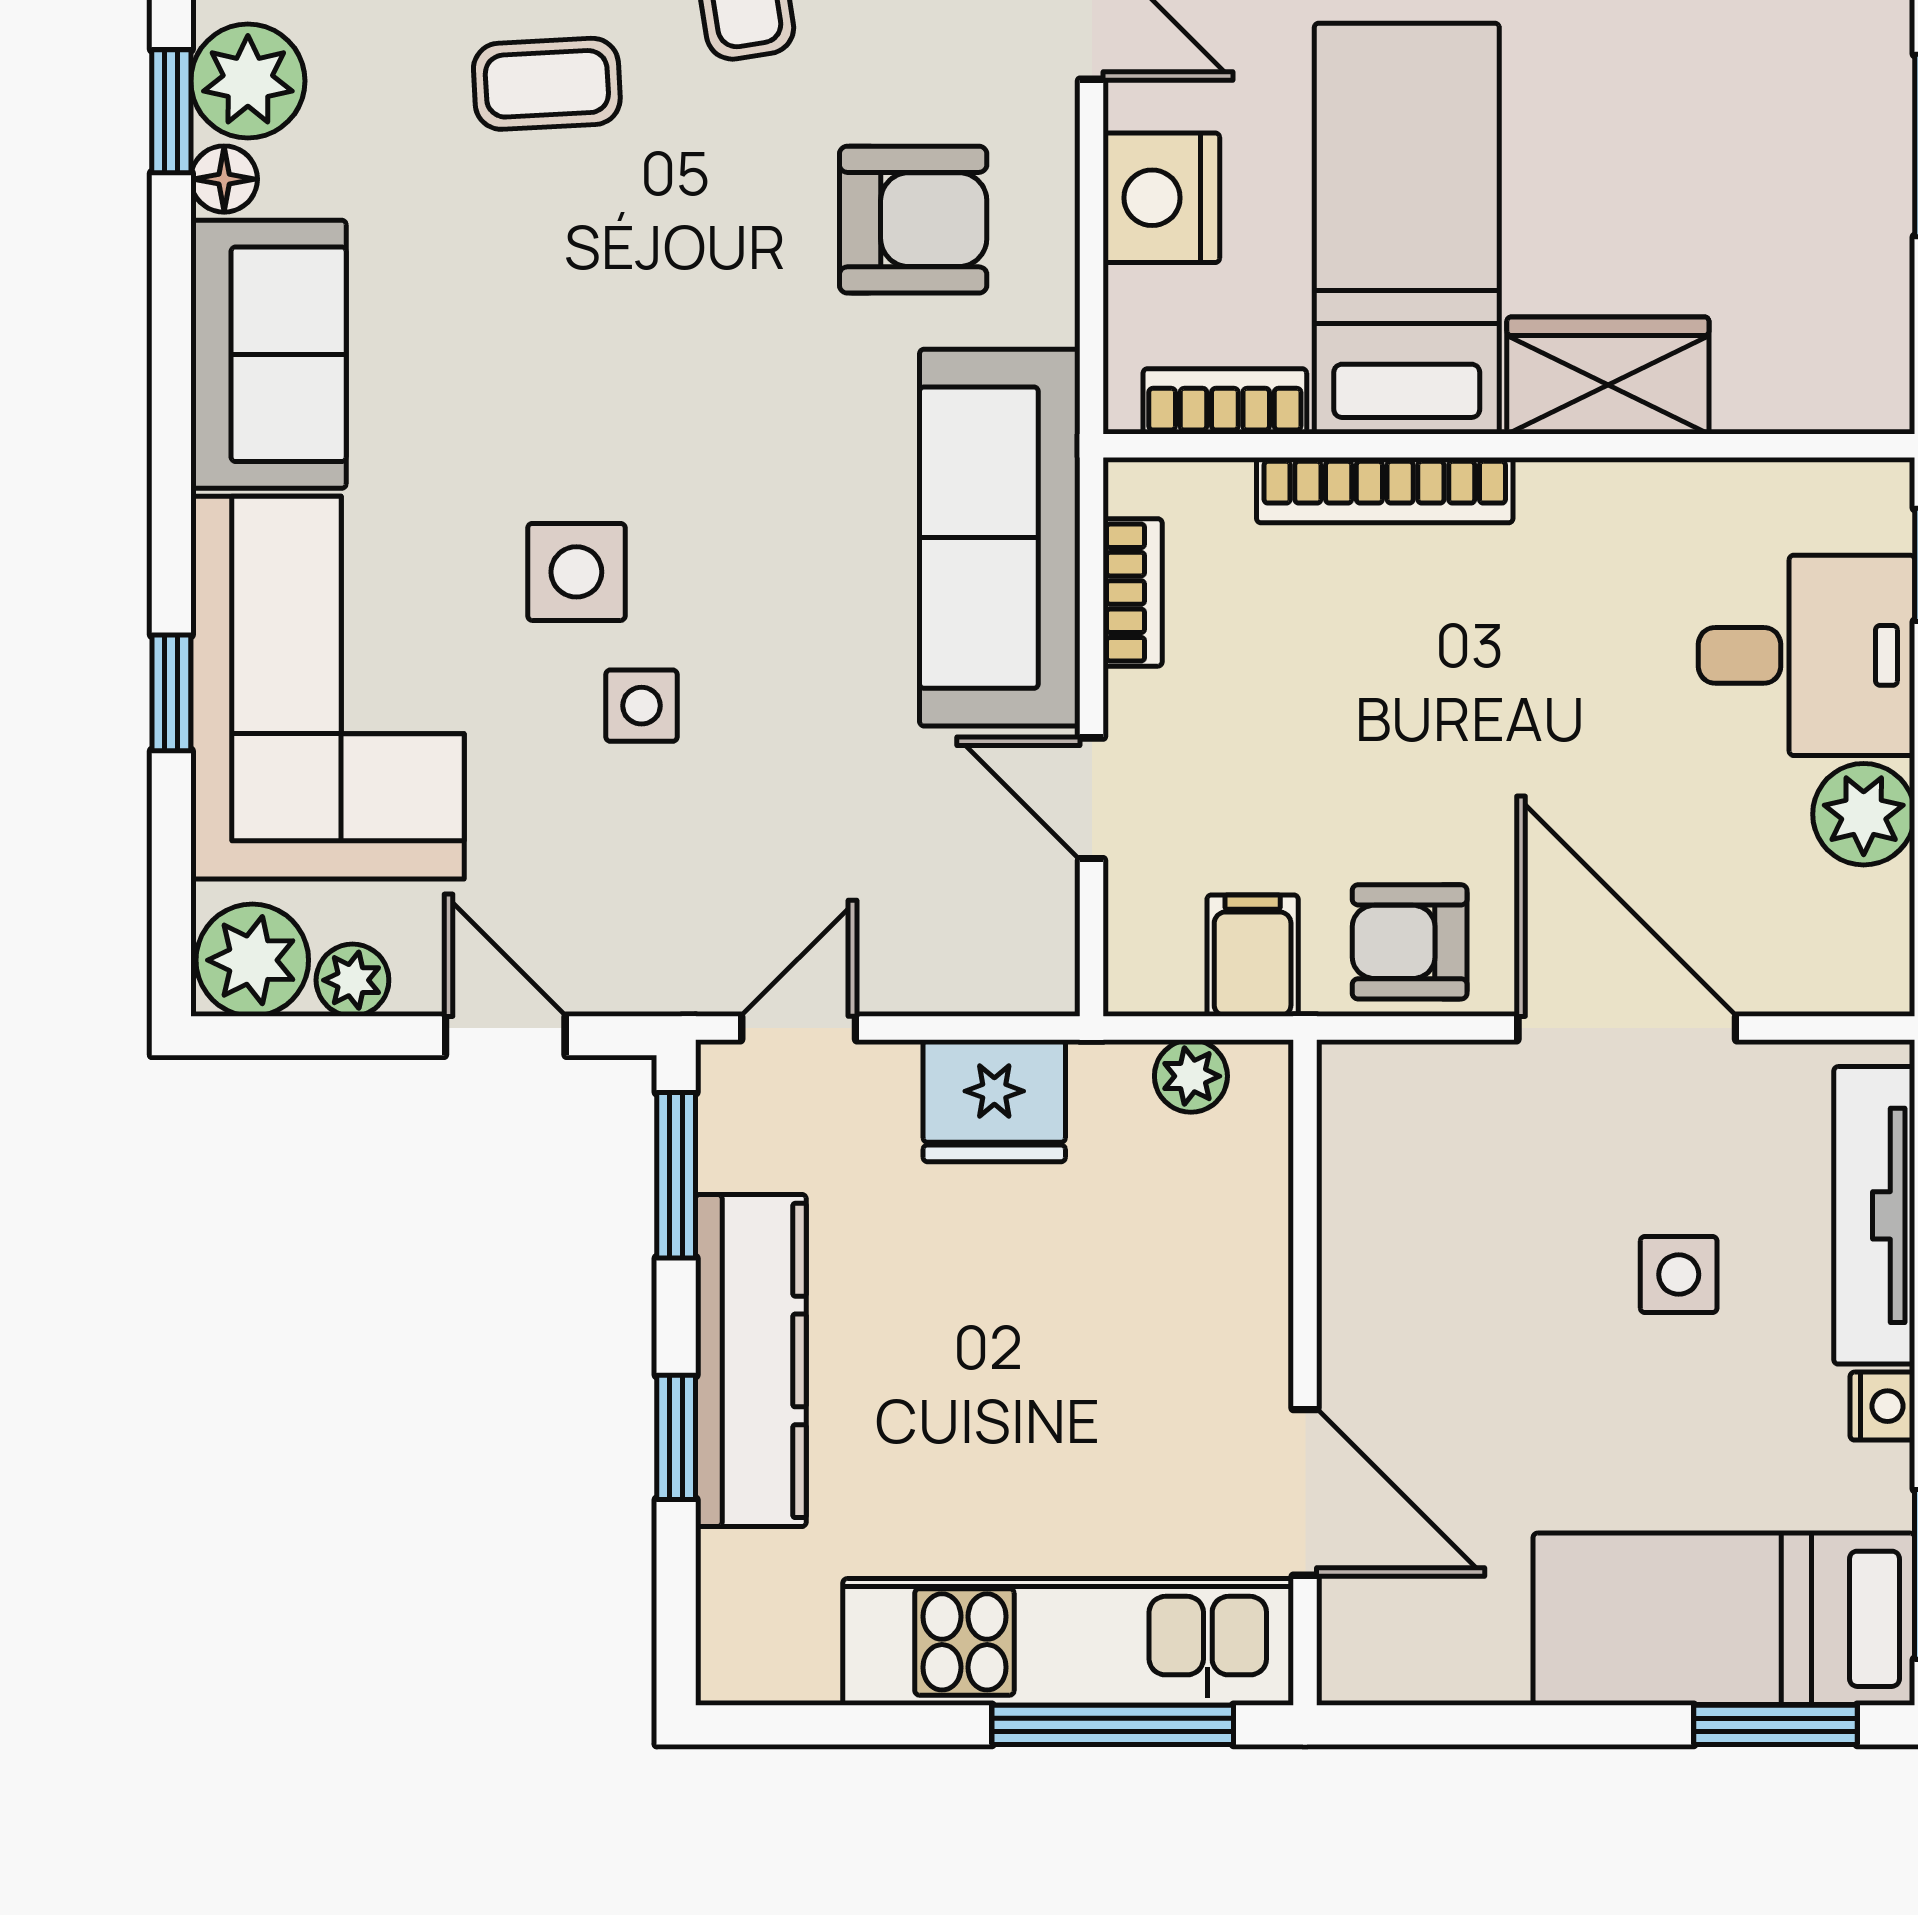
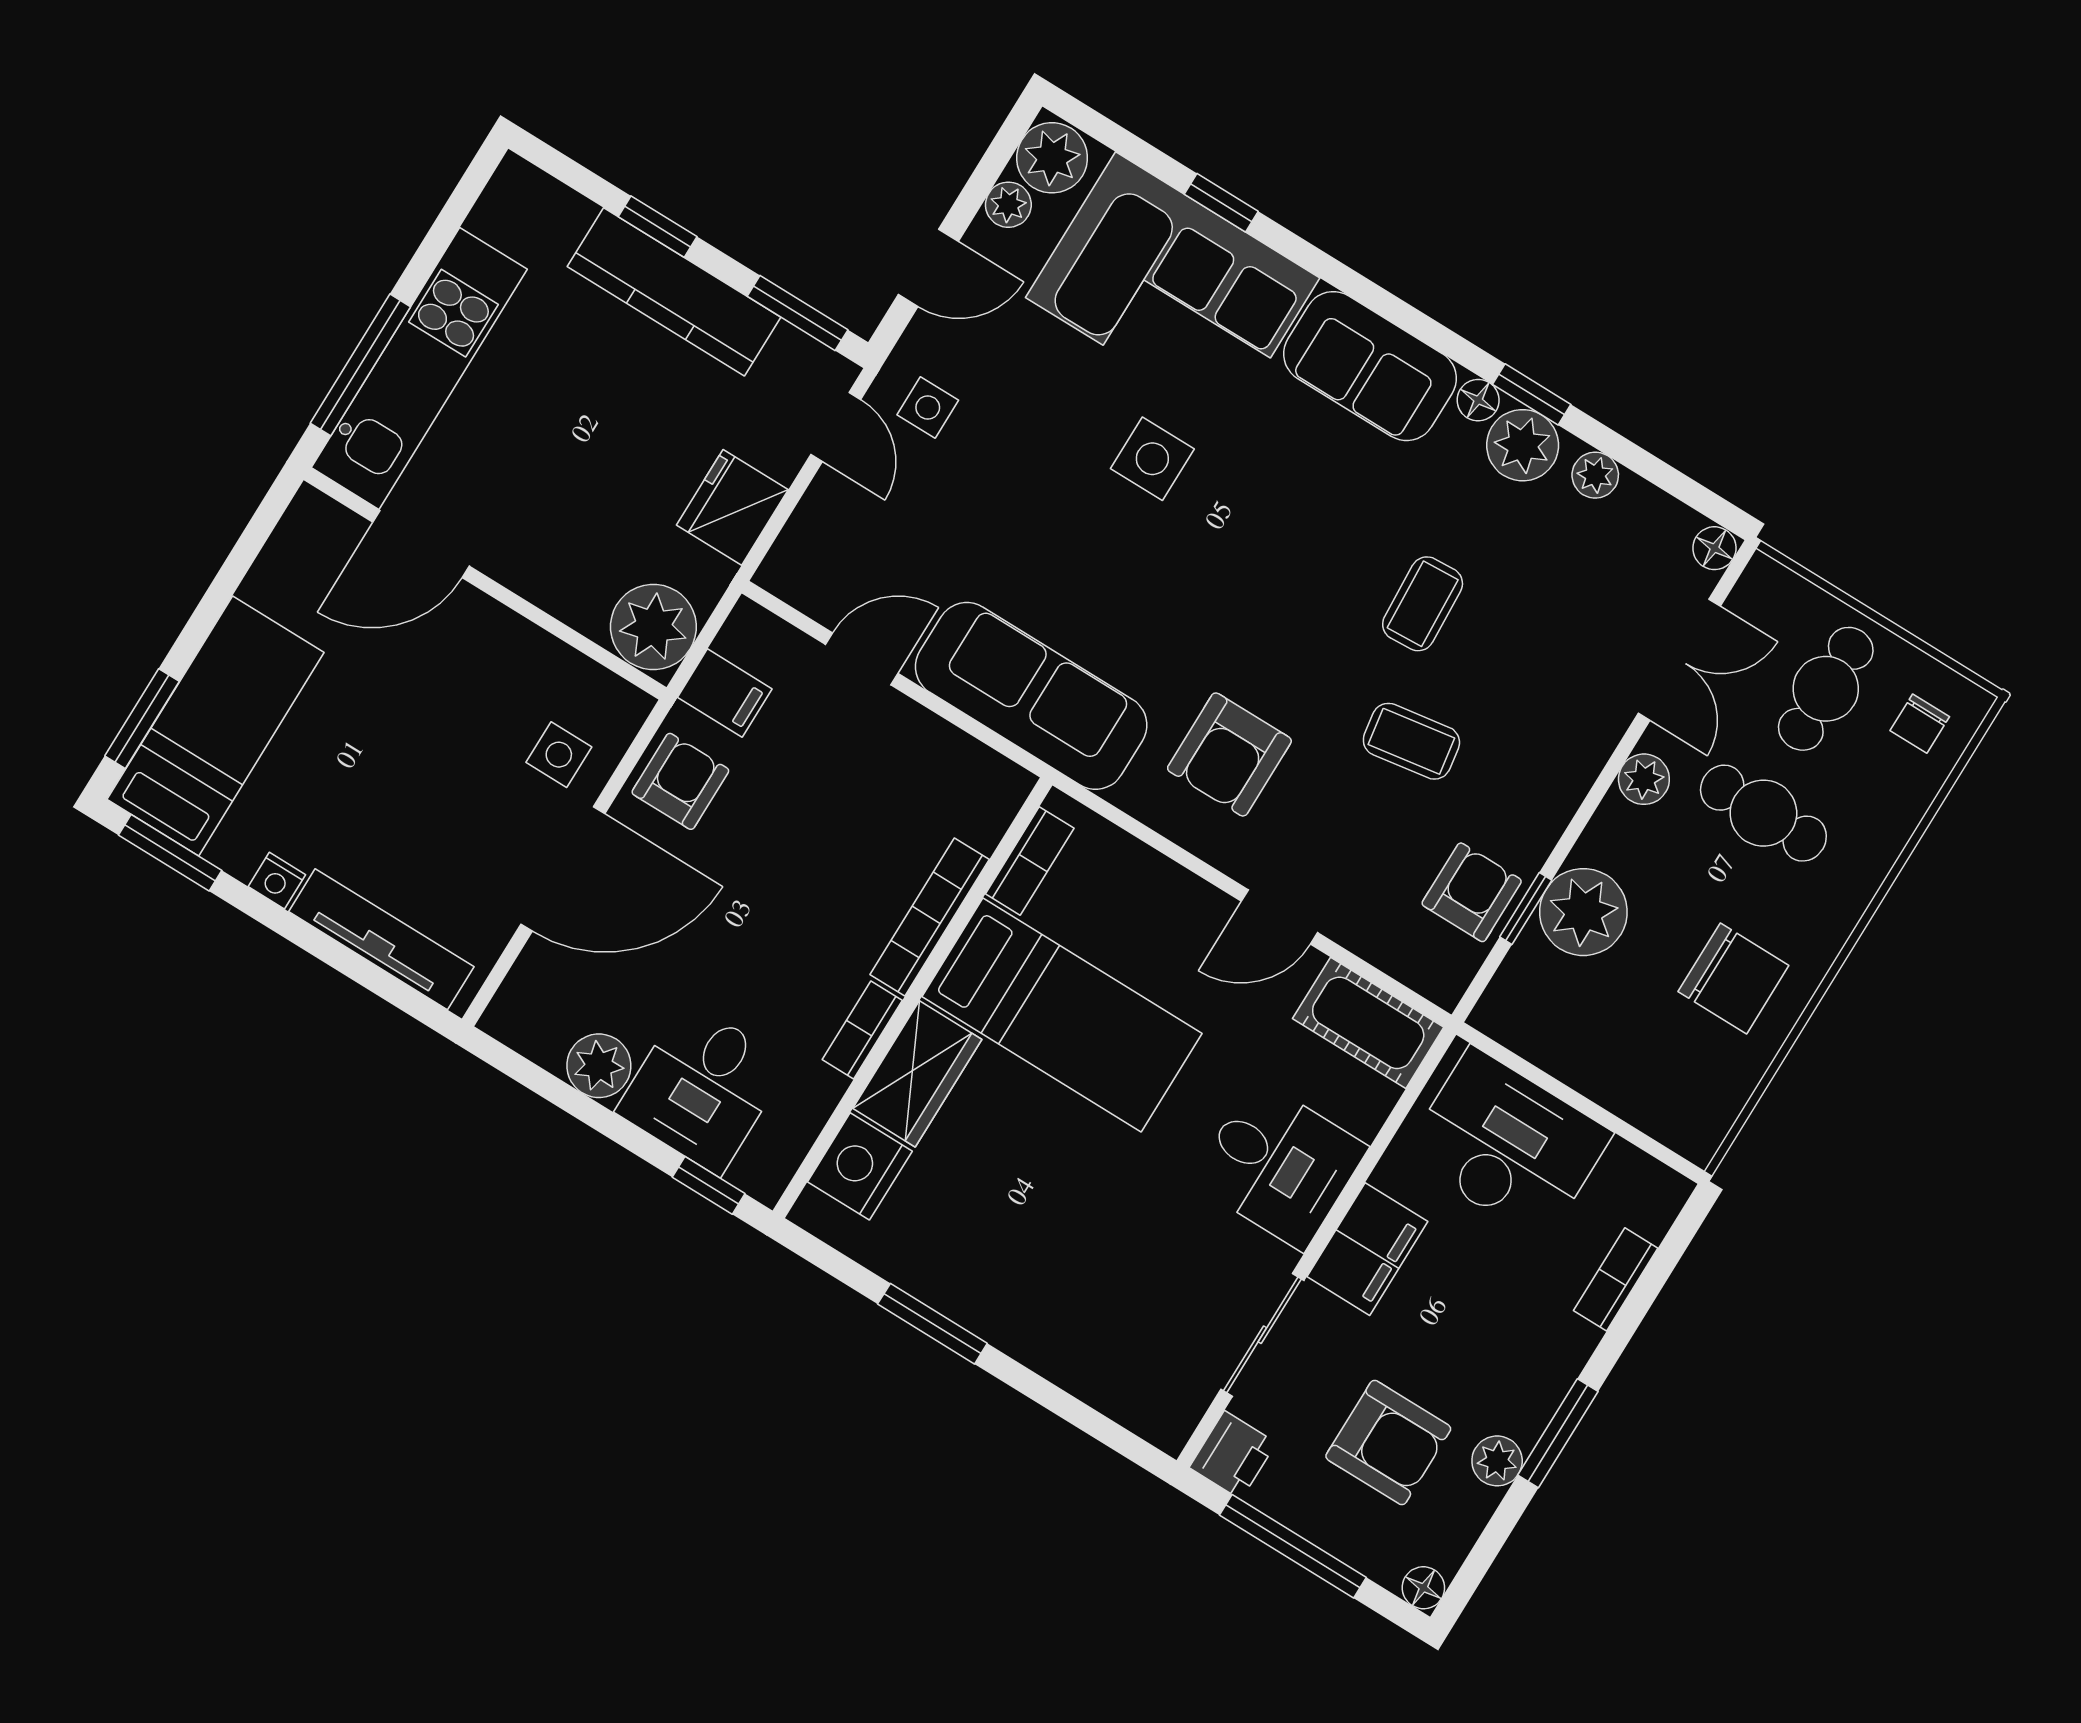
nightstand: (1161, 198) -> (860, 1166), moved, turned -90
bookcase: (1133, 592) -> (862, 1030), moved, turned 90
side table: (642, 706) -> (928, 407), moved
plant: (1191, 1076) -> (653, 627), width x1.87, depth x1.87
side table: (1679, 1274) -> (559, 755), moved

